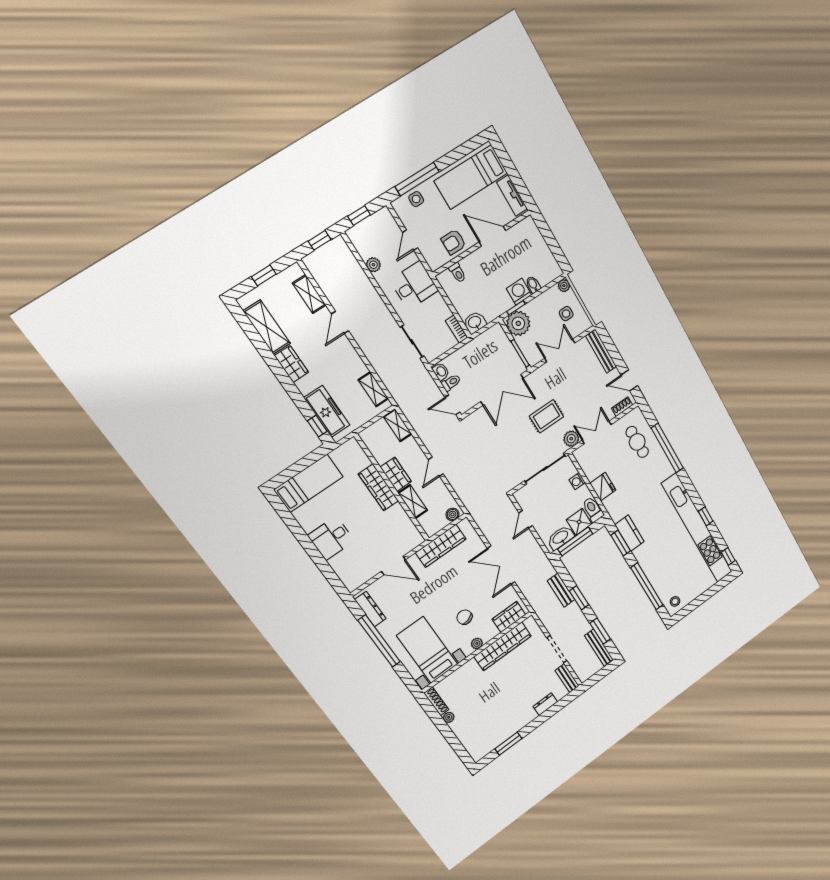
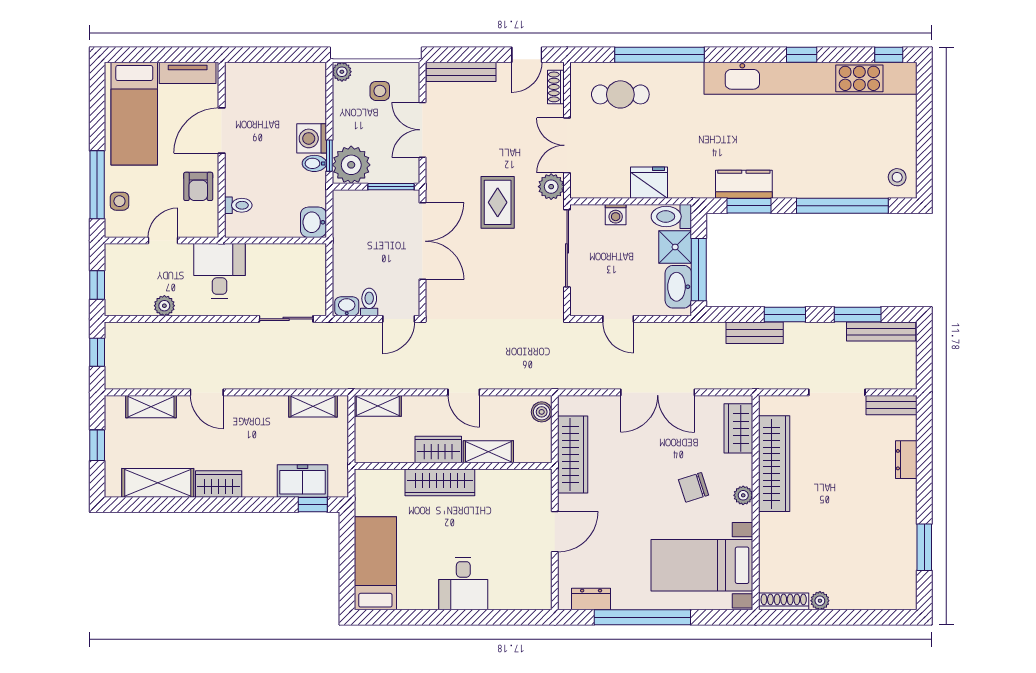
door: (410, 240) -> (163, 241), swing flipped
bidet: (533, 284) -> (314, 163), moved
bookcase: (457, 329) -> (307, 251), removed
freezer: (327, 411) -> (302, 481), width x0.71
dresser: (370, 609) -> (591, 599), width x0.70

